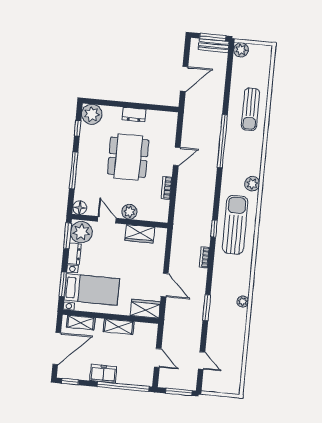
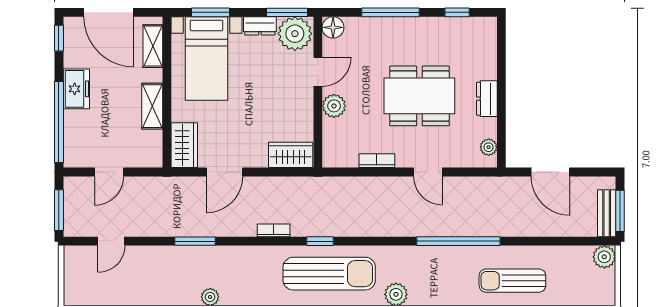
plant: (92, 114) -> (489, 147), moved, width x0.53, depth x0.53
wardrobe: (140, 234) -> (291, 155), moved, turned 90

